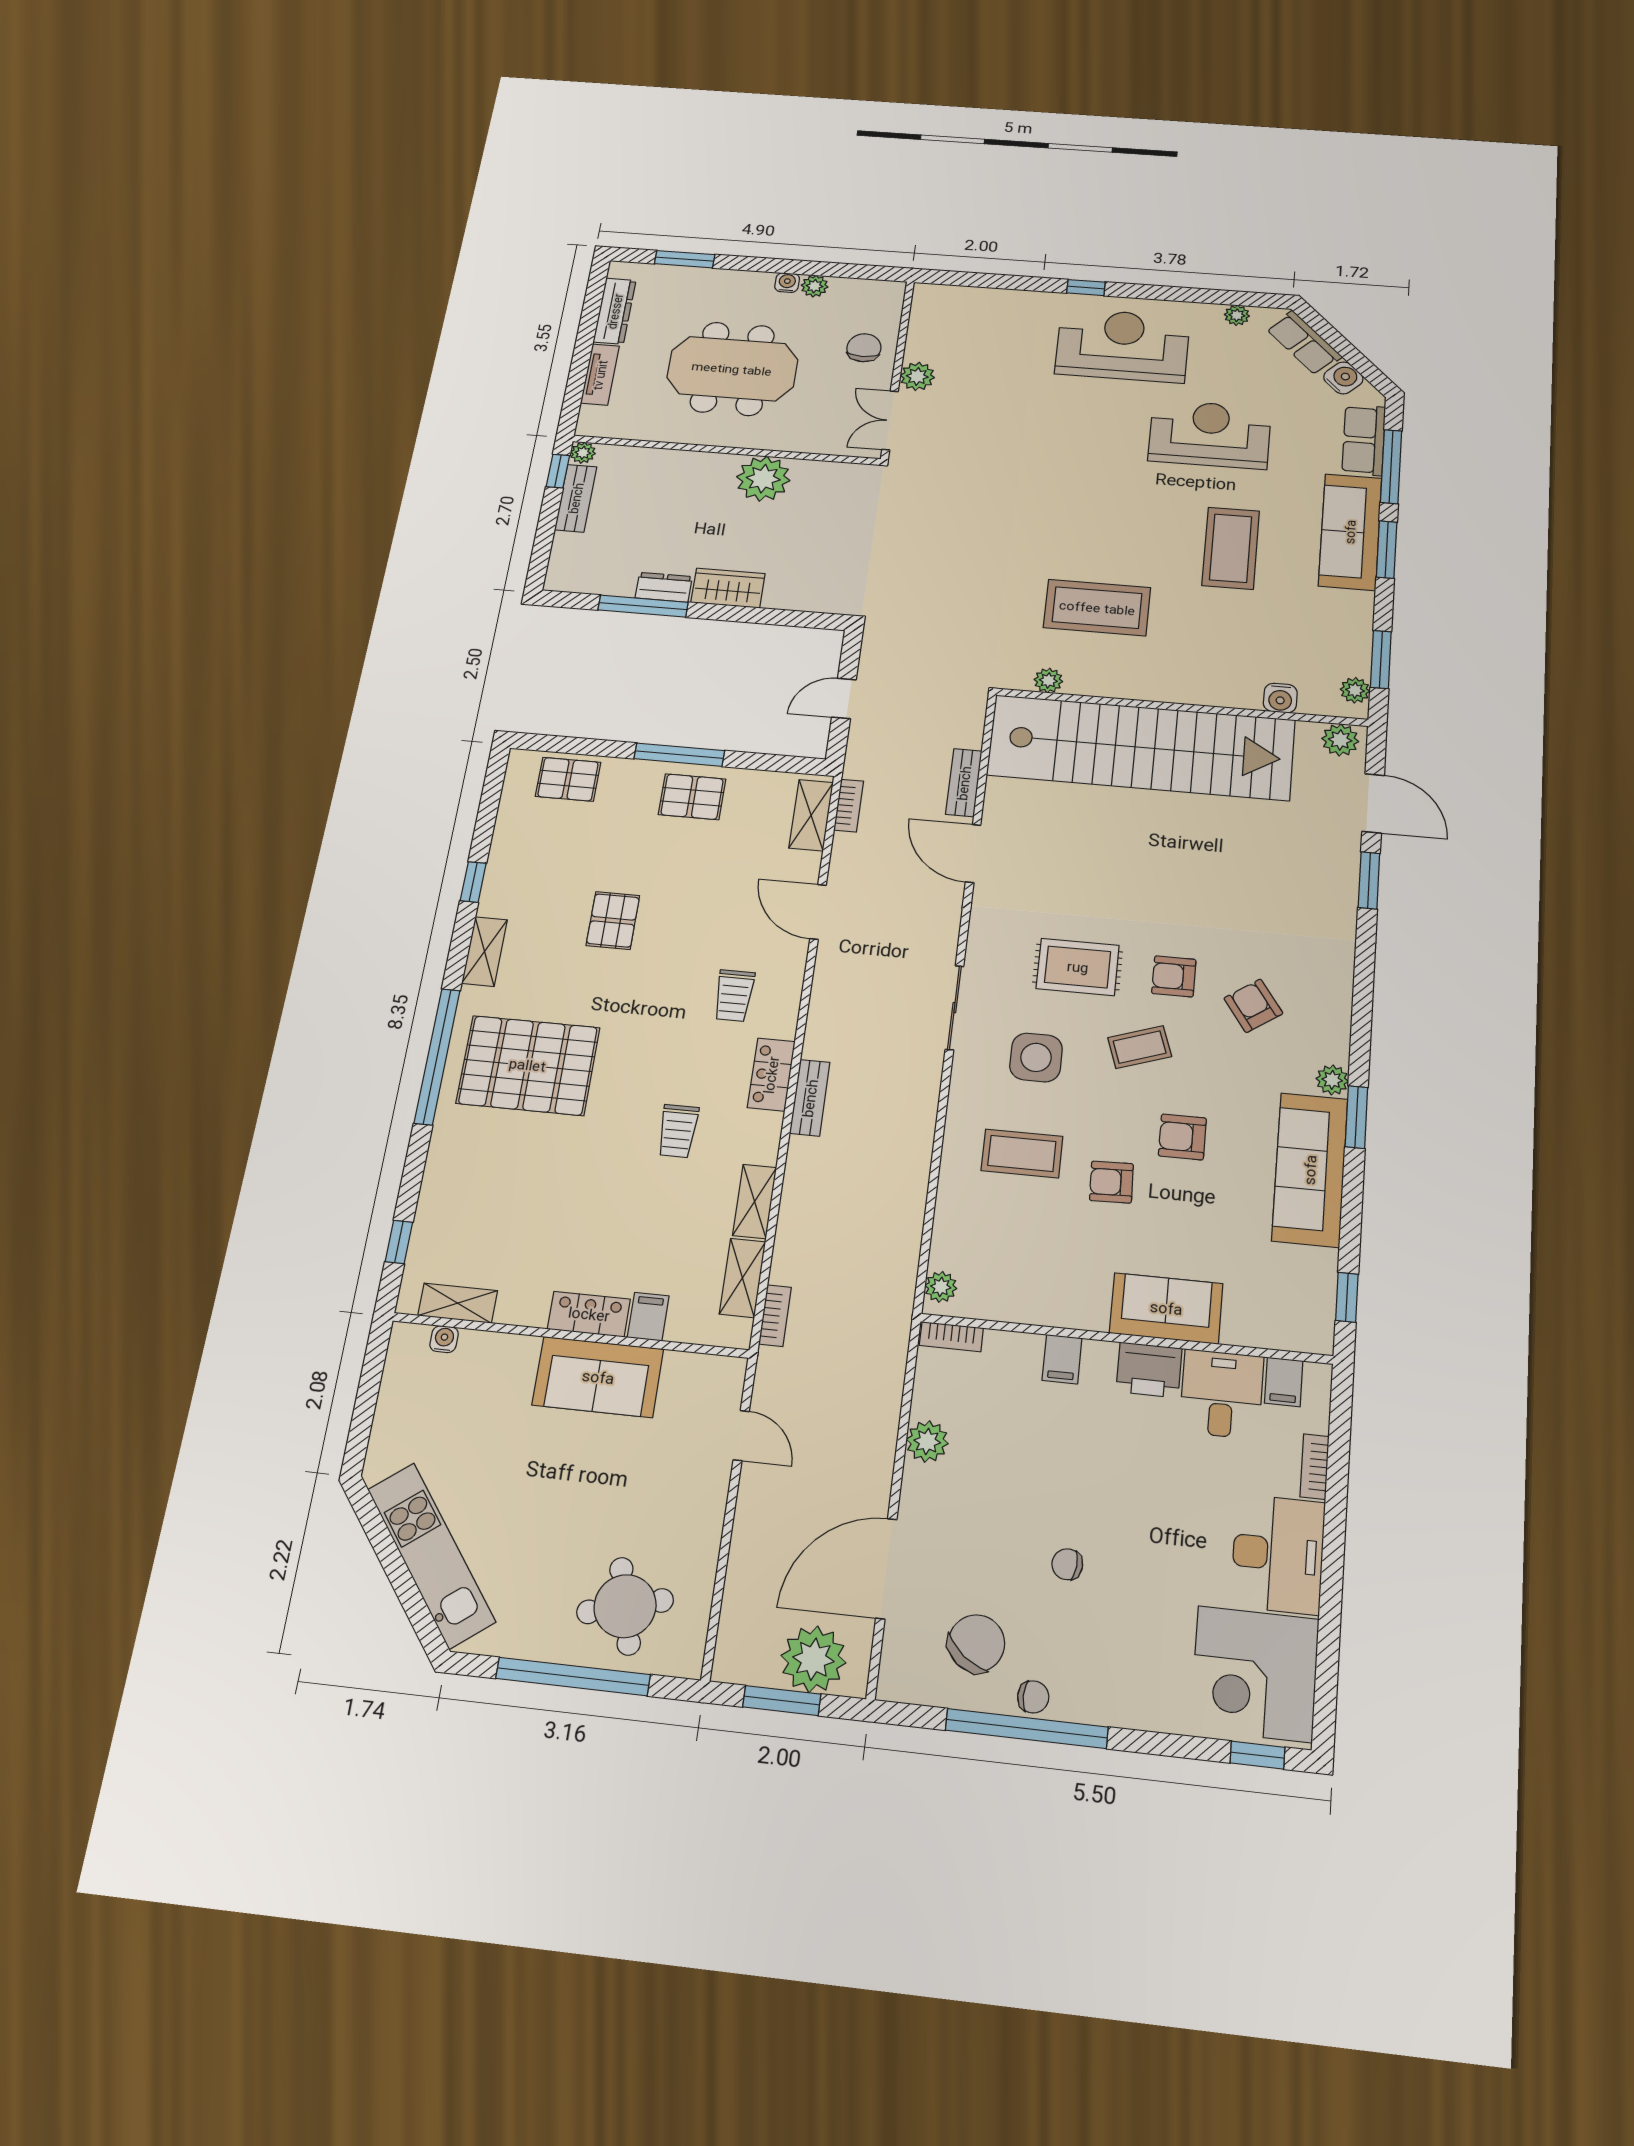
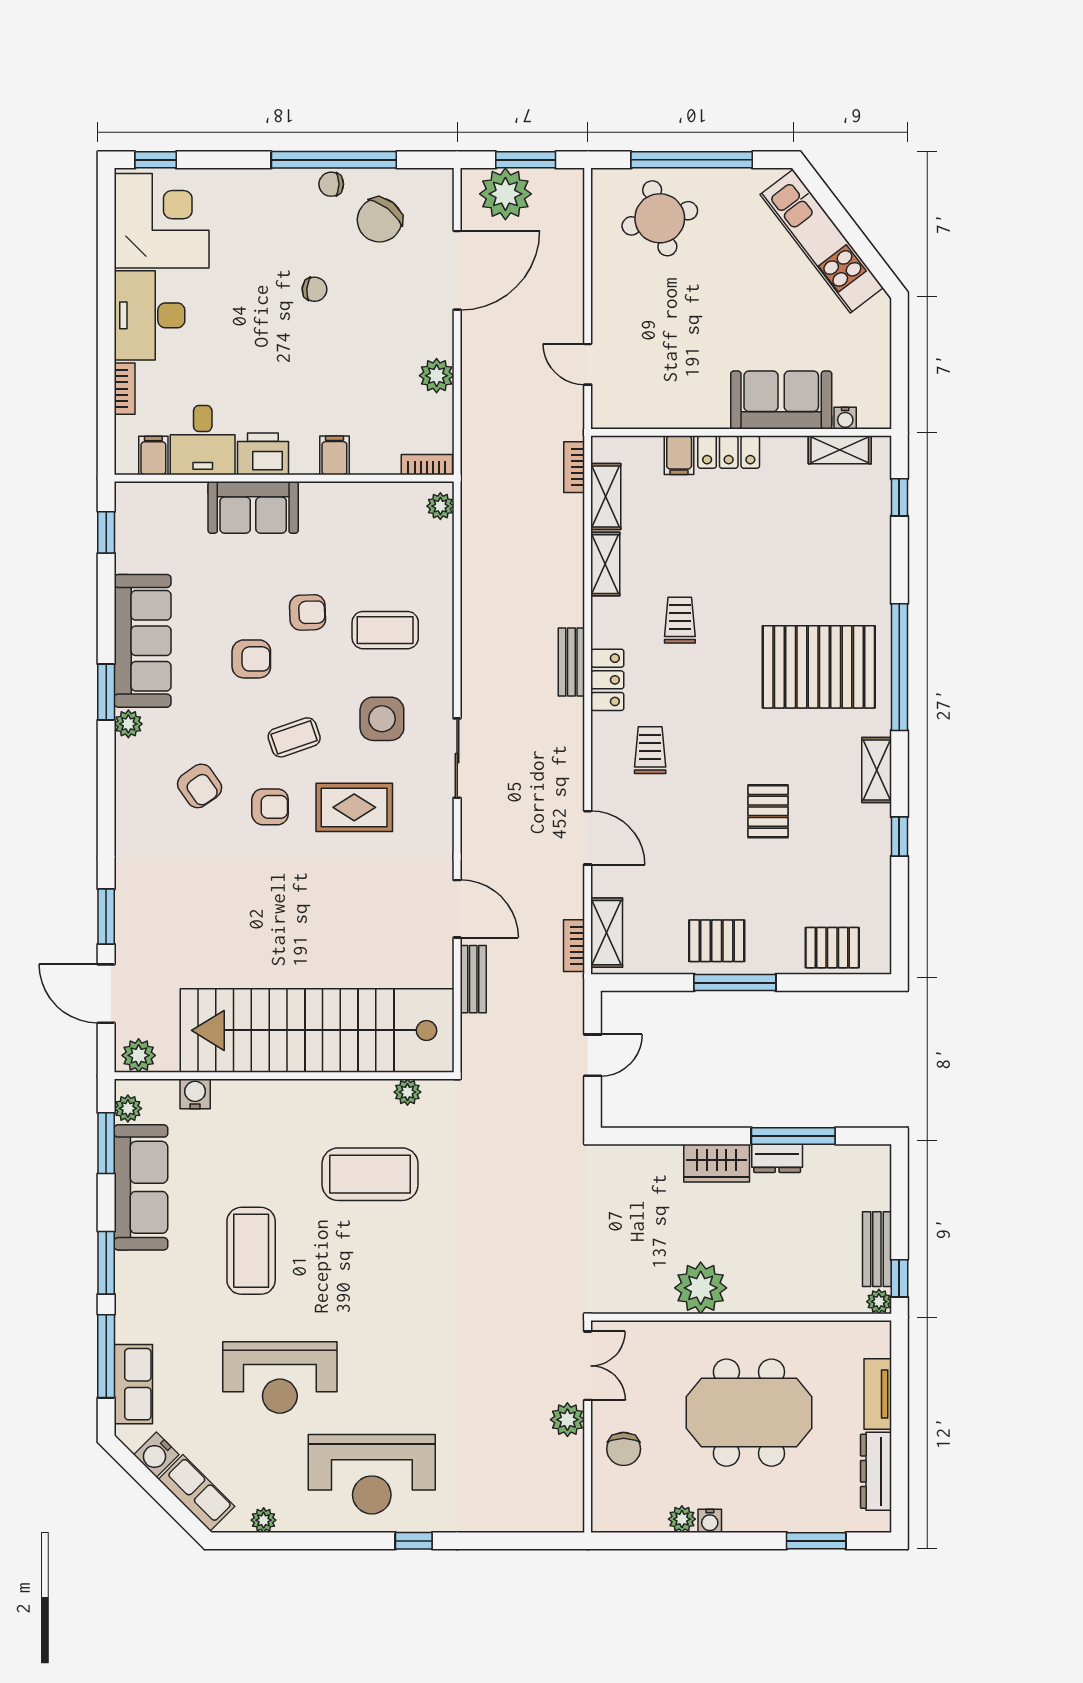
sofa: (1350, 532) -> (141, 1187), moved
sofa: (598, 1377) -> (781, 400), moved

